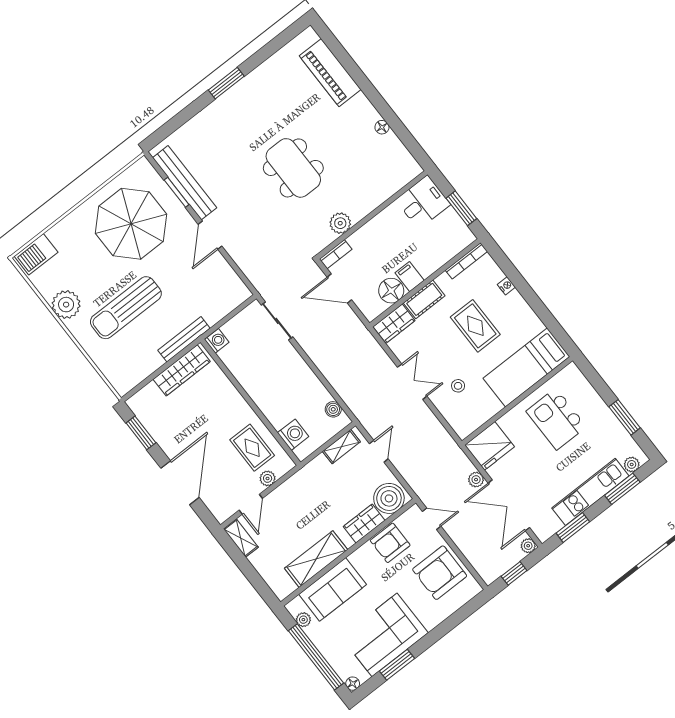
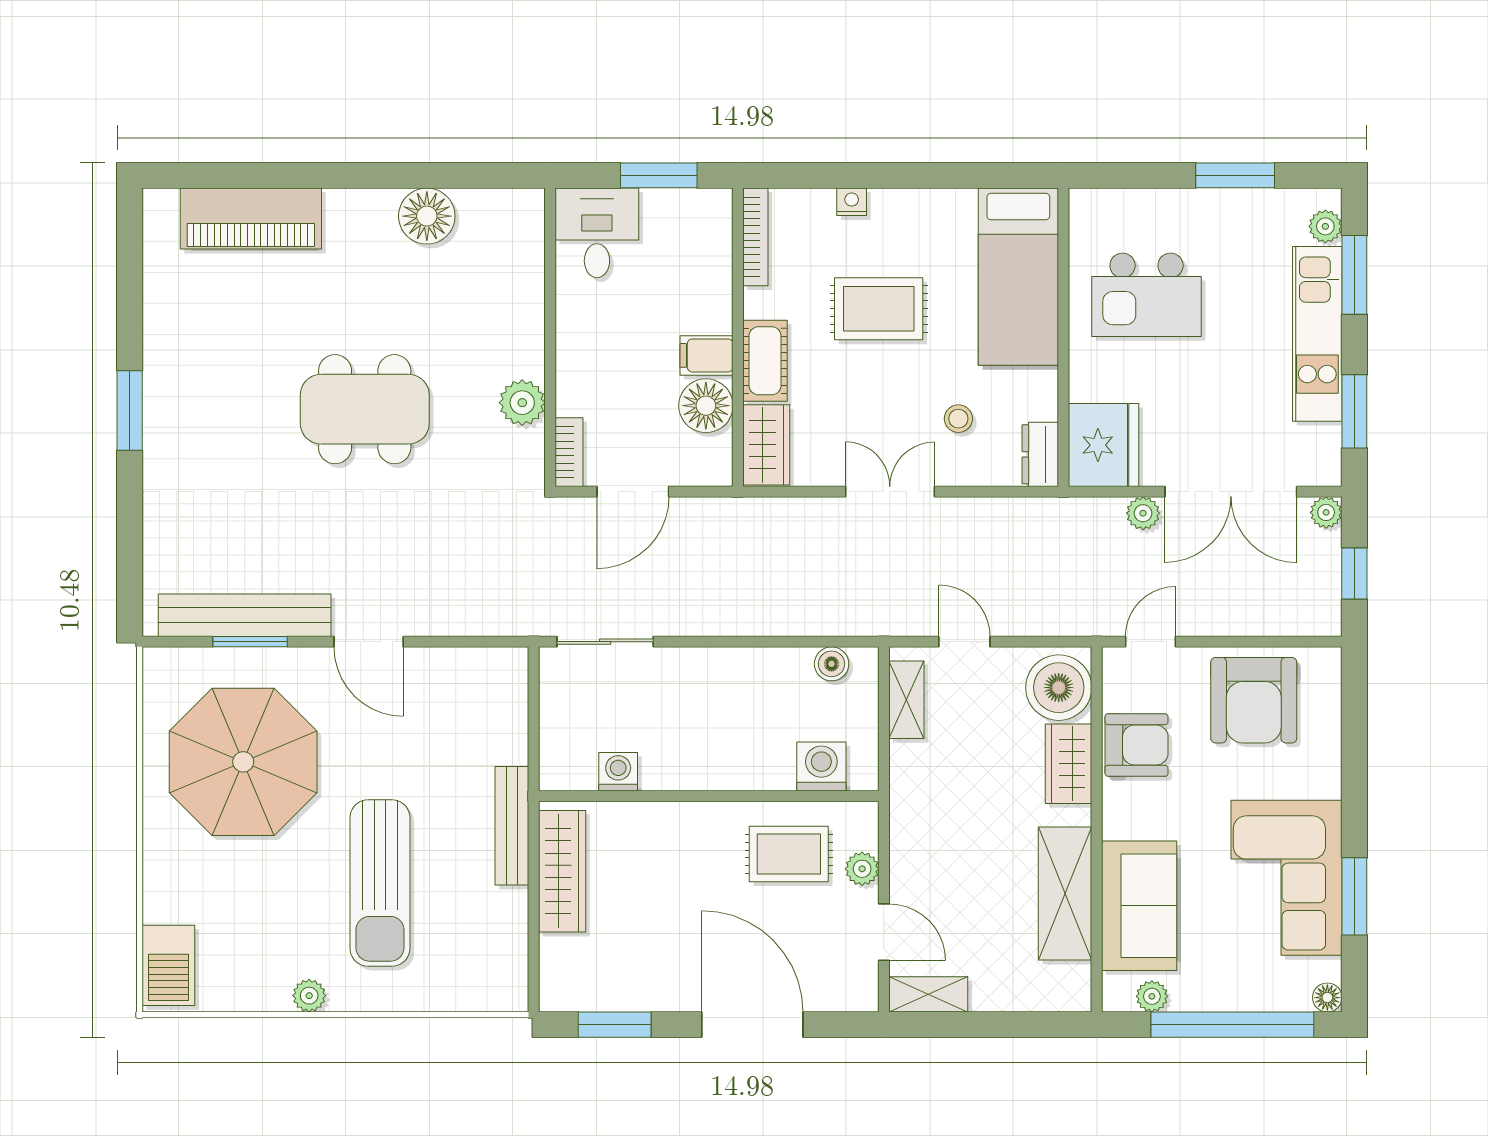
floor lamp: (382, 127) -> (427, 216), width x1.89, depth x1.89
plant: (66, 305) -> (309, 996), width x0.53, depth x0.53
washing machine: (217, 341) -> (618, 772), moved
dresser: (468, 426) -> (1040, 454), added
armchair: (390, 543) -> (1137, 745), turned -90

